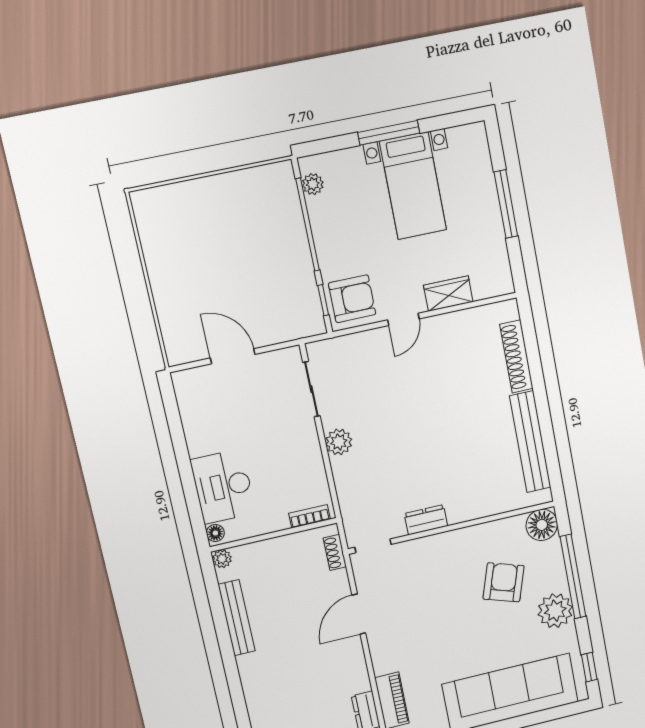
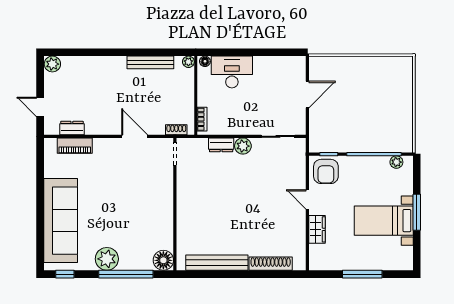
dresser: (426, 520) -> (221, 145), moved, turned 90
armchair: (504, 582) -> (133, 230), removed

